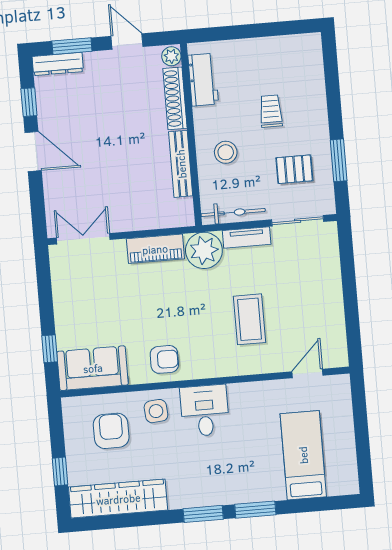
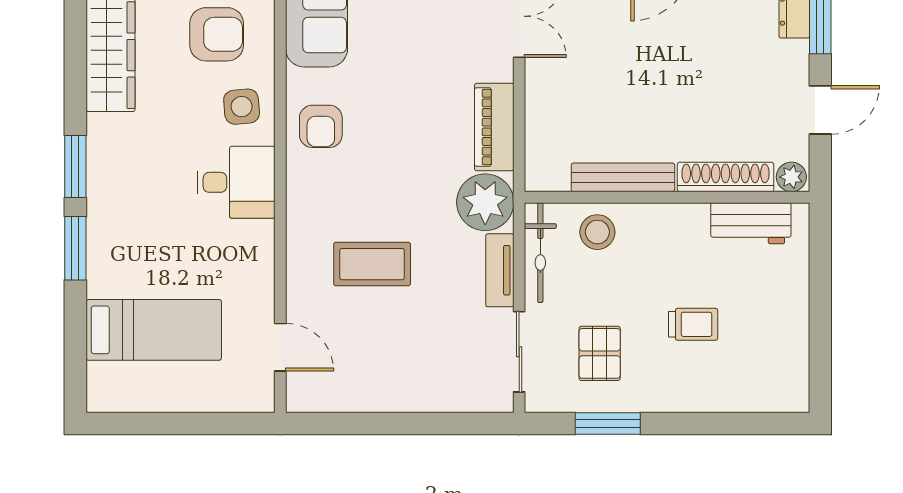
stool: (226, 152) -> (597, 232), moved

